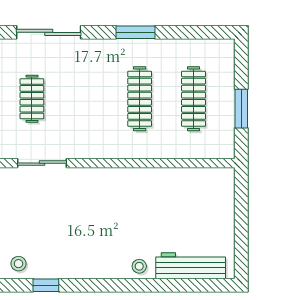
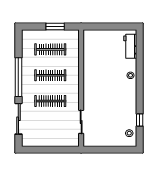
window: (135, 32) -> (18, 77), width x2.11
clothes rail: (32, 99) -> (50, 101), moved, width x1.36
workbench: (191, 266) -> (130, 46), width x0.73

